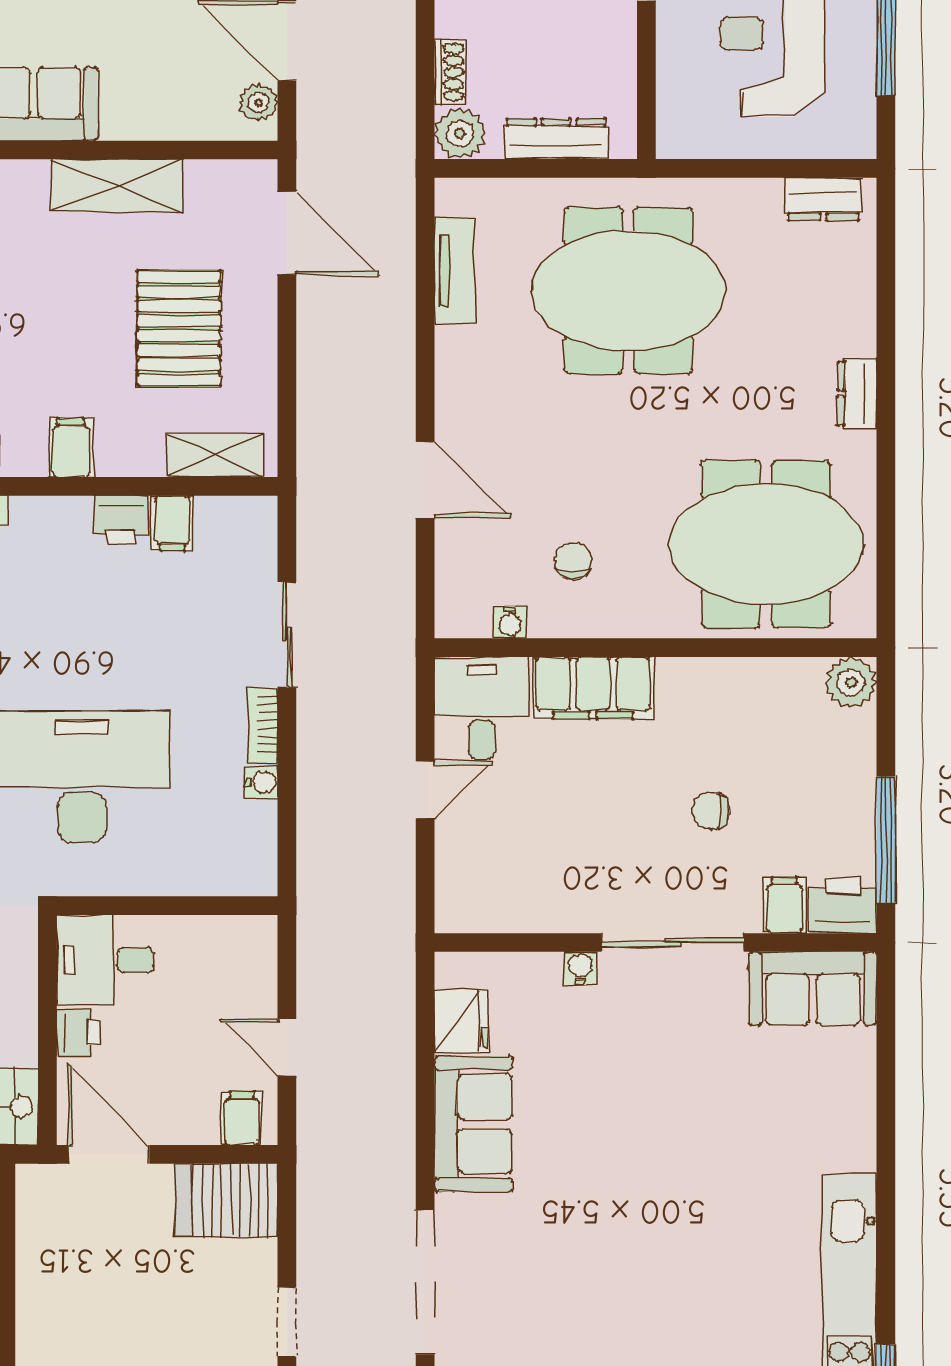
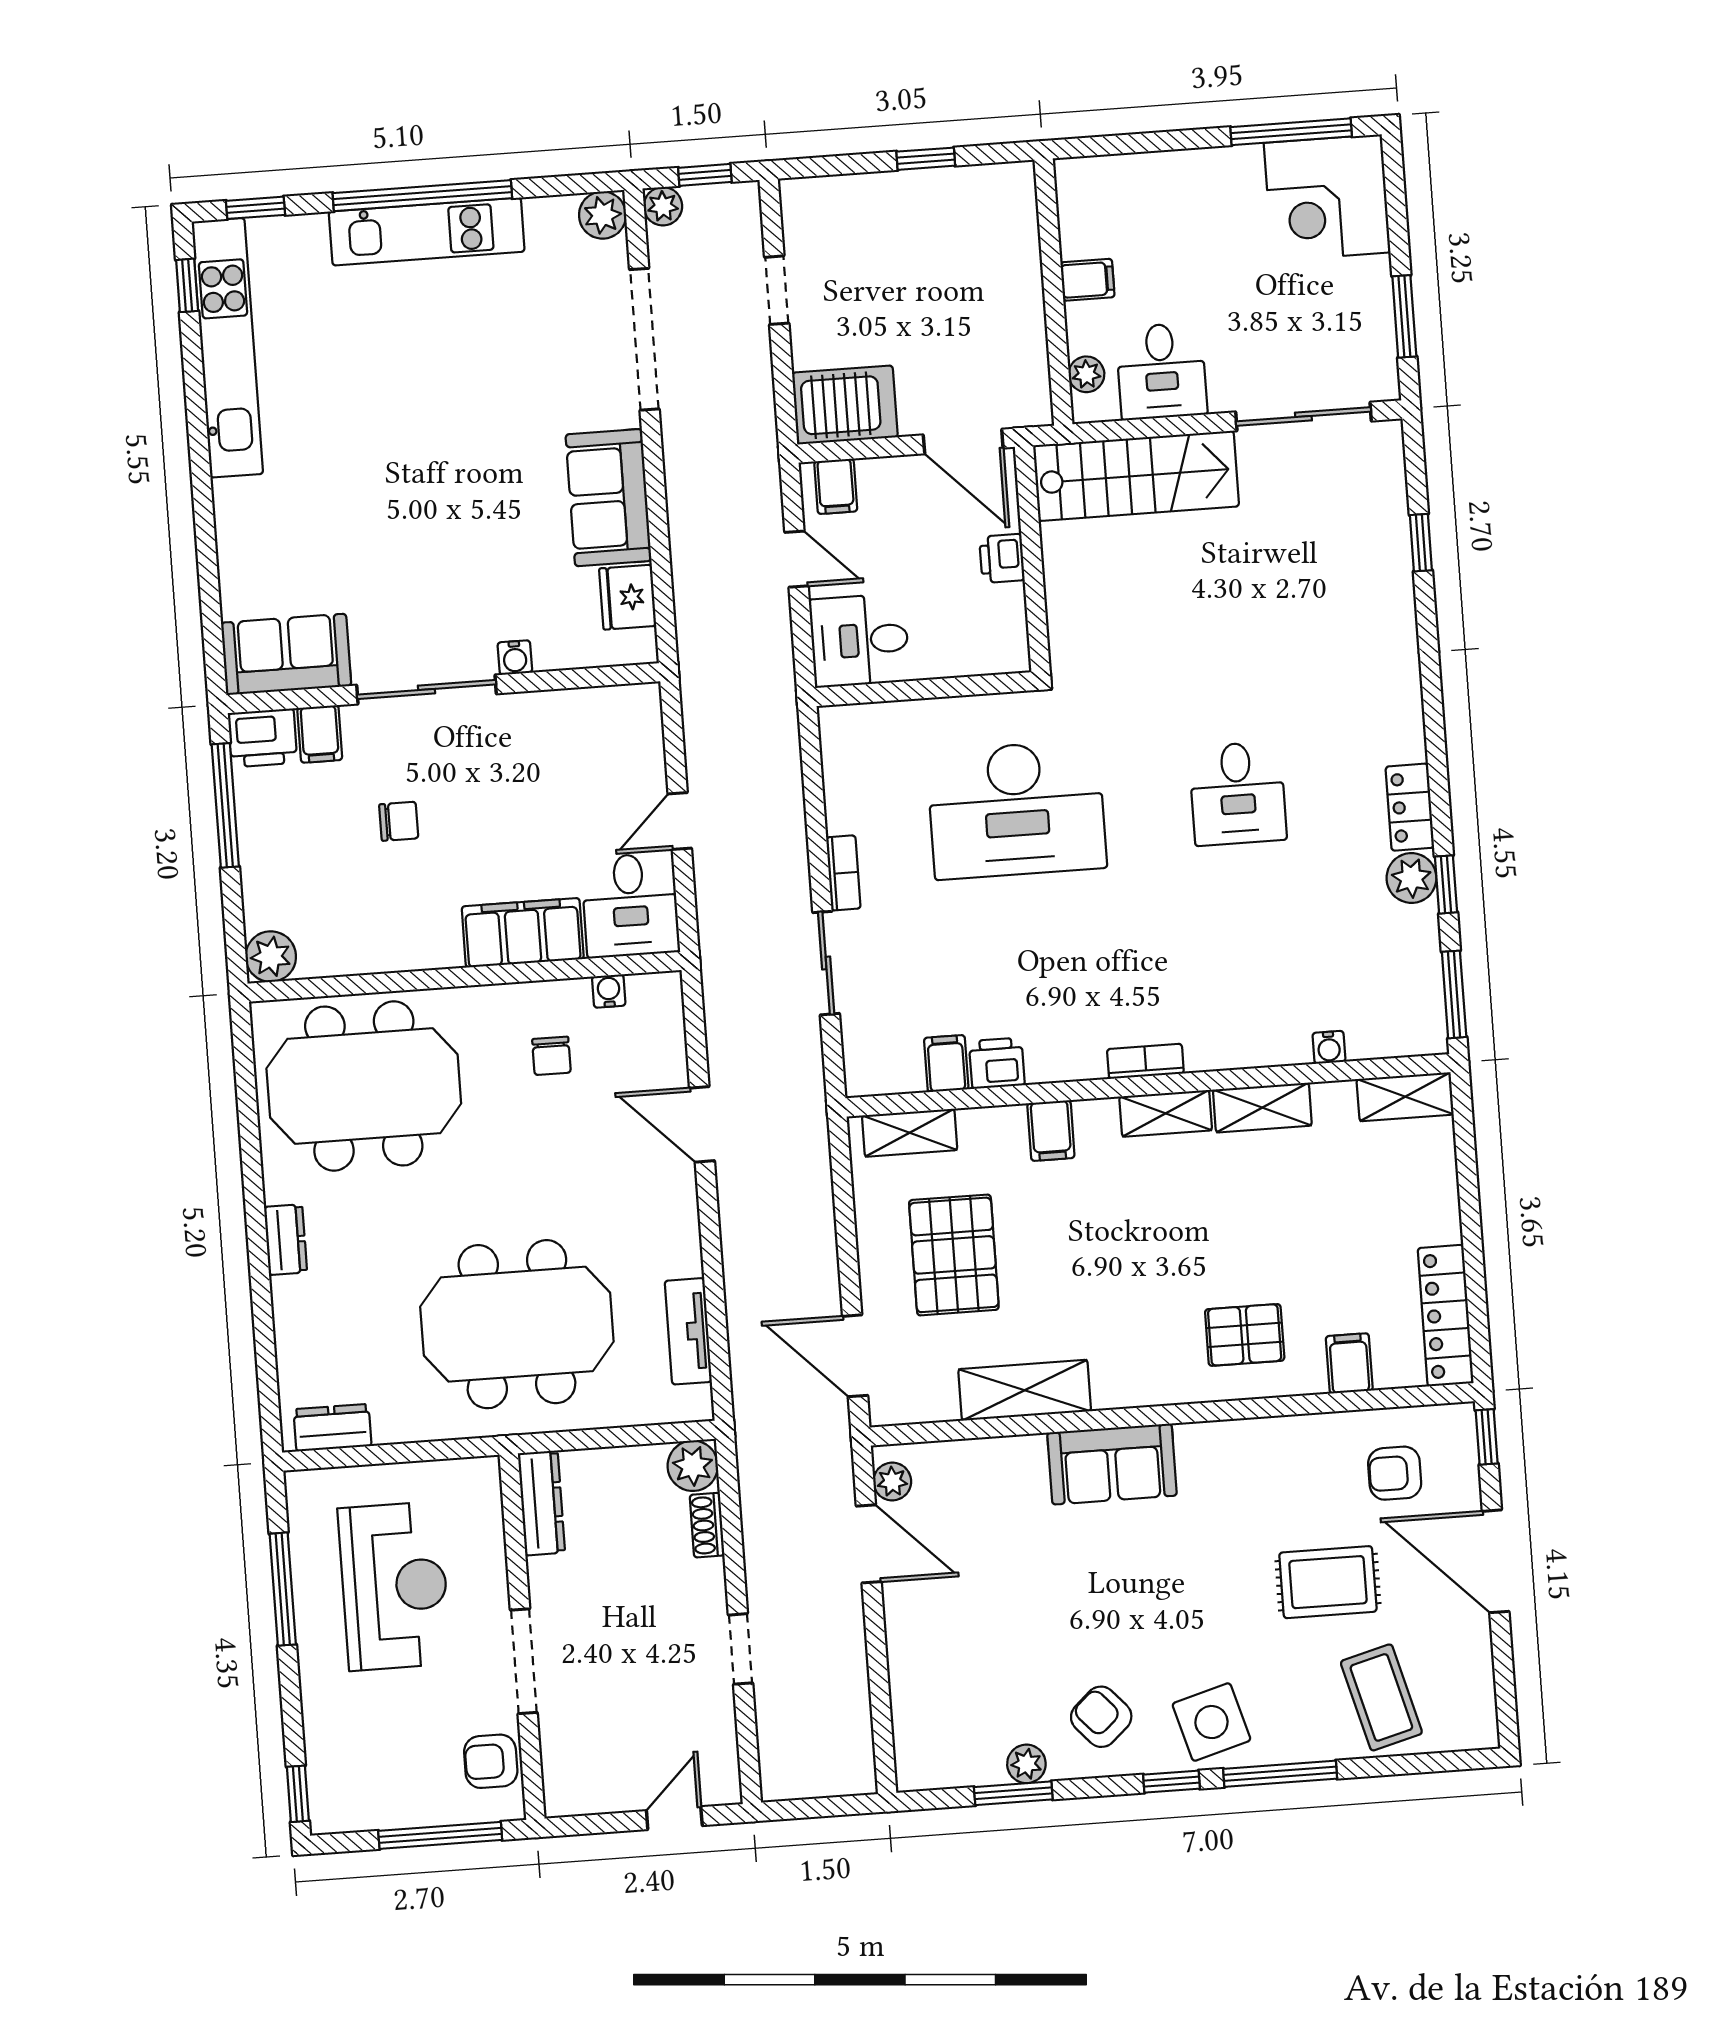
dresser: (556, 139) -> (541, 1503), moved, turned -90
water cooler: (261, 782) -> (840, 817), removed
desk: (105, 960) -> (860, 640), moved, turned 180

